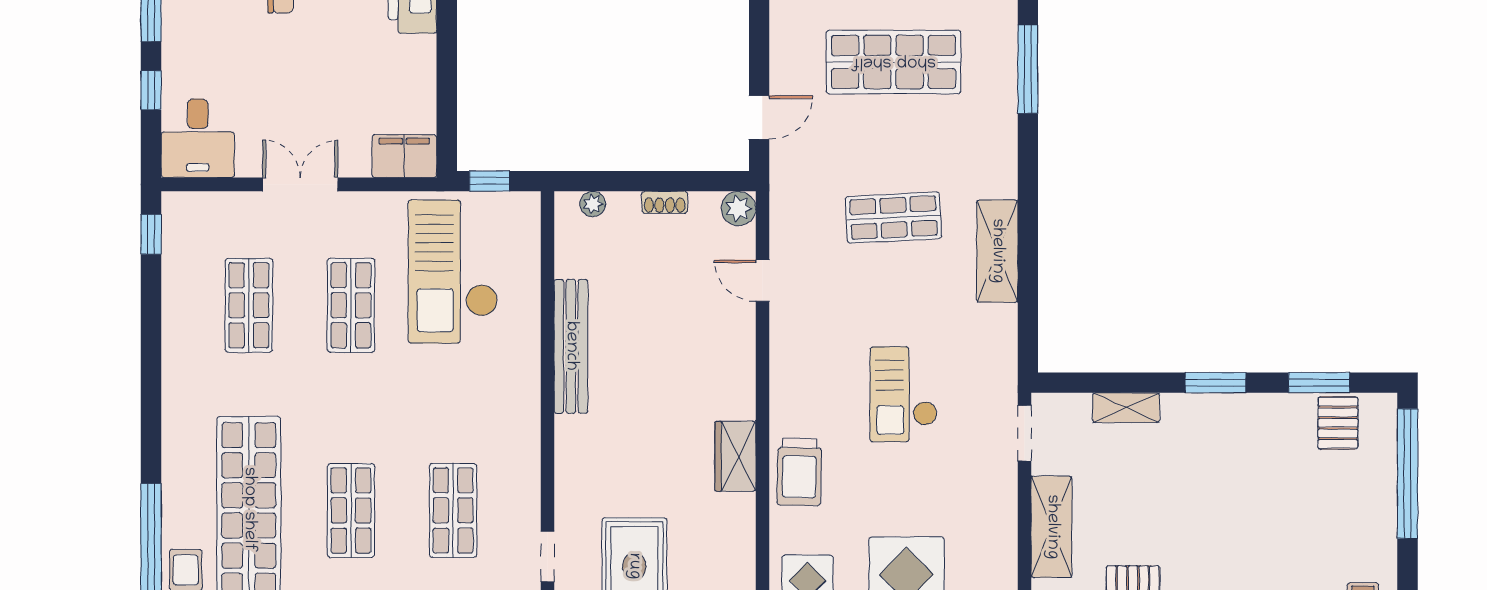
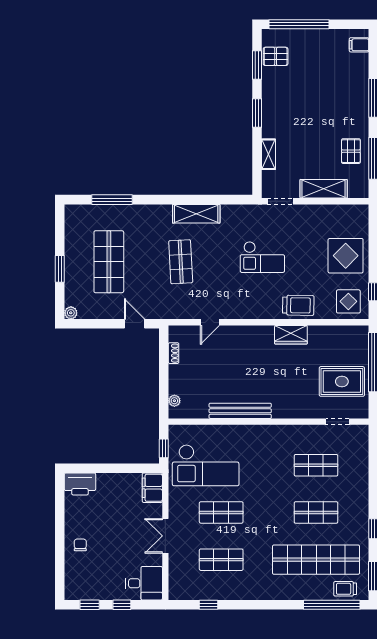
shoe rack: (665, 202) -> (174, 353), moved
plant: (738, 208) -> (176, 333), removed
window: (151, 234) -> (208, 605), moved

